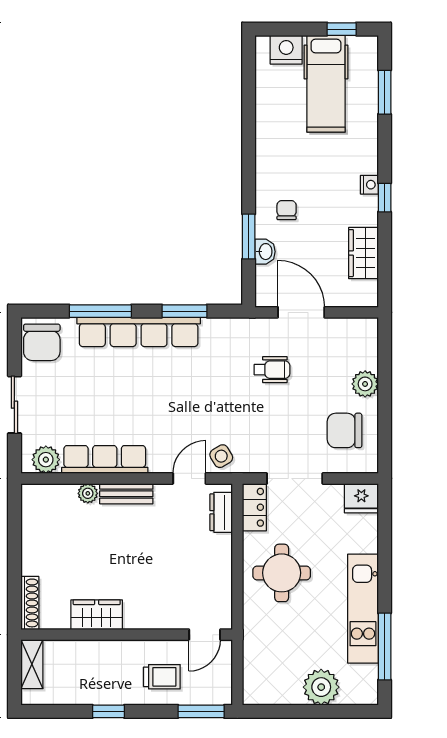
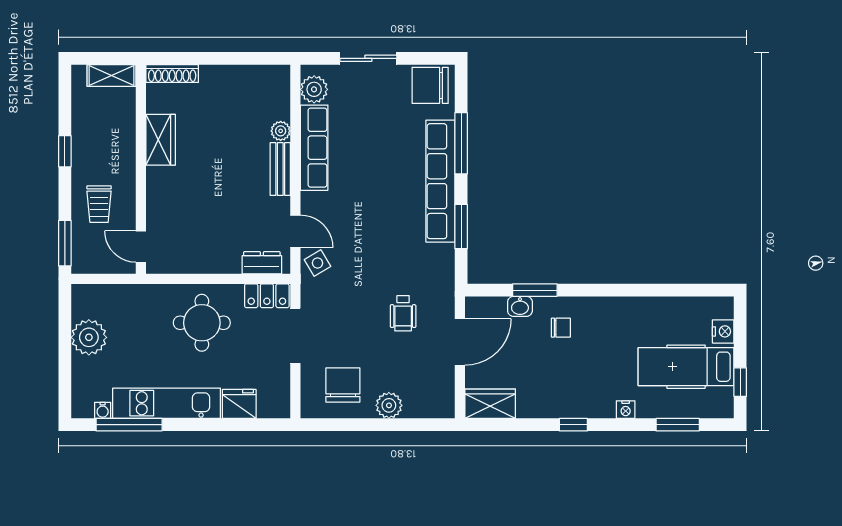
nightstand: (286, 50) -> (723, 331), width x0.74, depth x0.75
nightstand: (369, 185) -> (626, 410), moved
wardrobe: (363, 253) -> (490, 404), moved
fridge: (361, 498) -> (239, 404), moved, turned 90
water cooler: (370, 673) -> (103, 410), added
plant: (321, 687) -> (89, 337), moved

